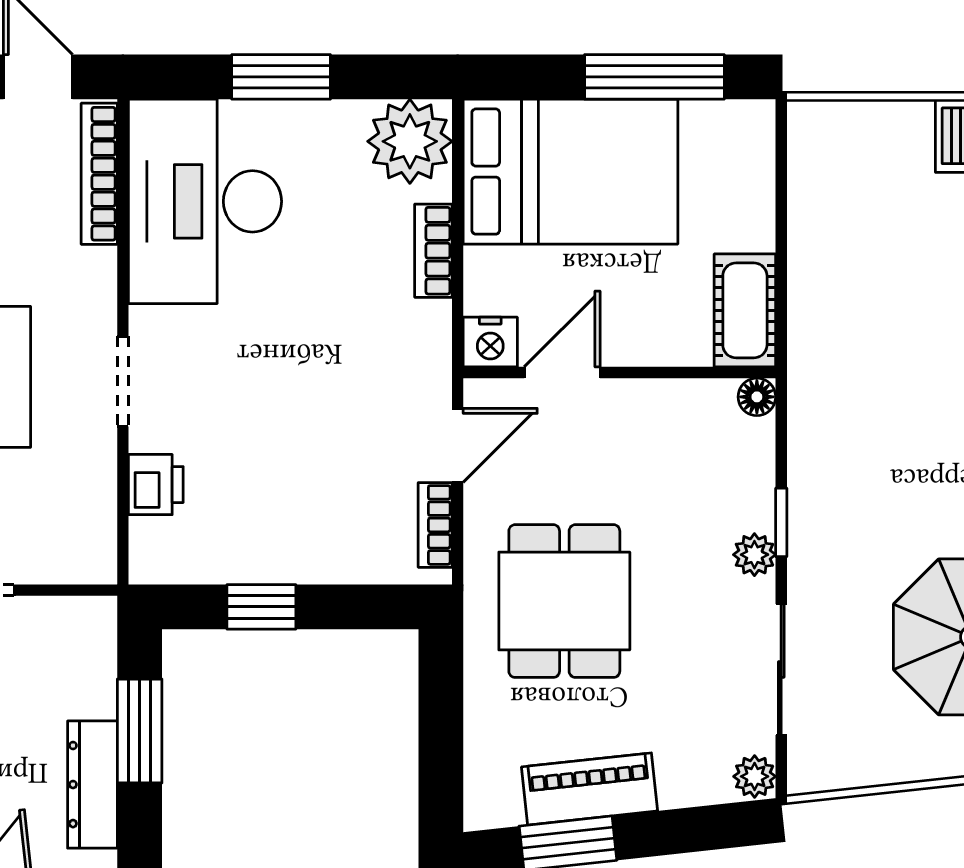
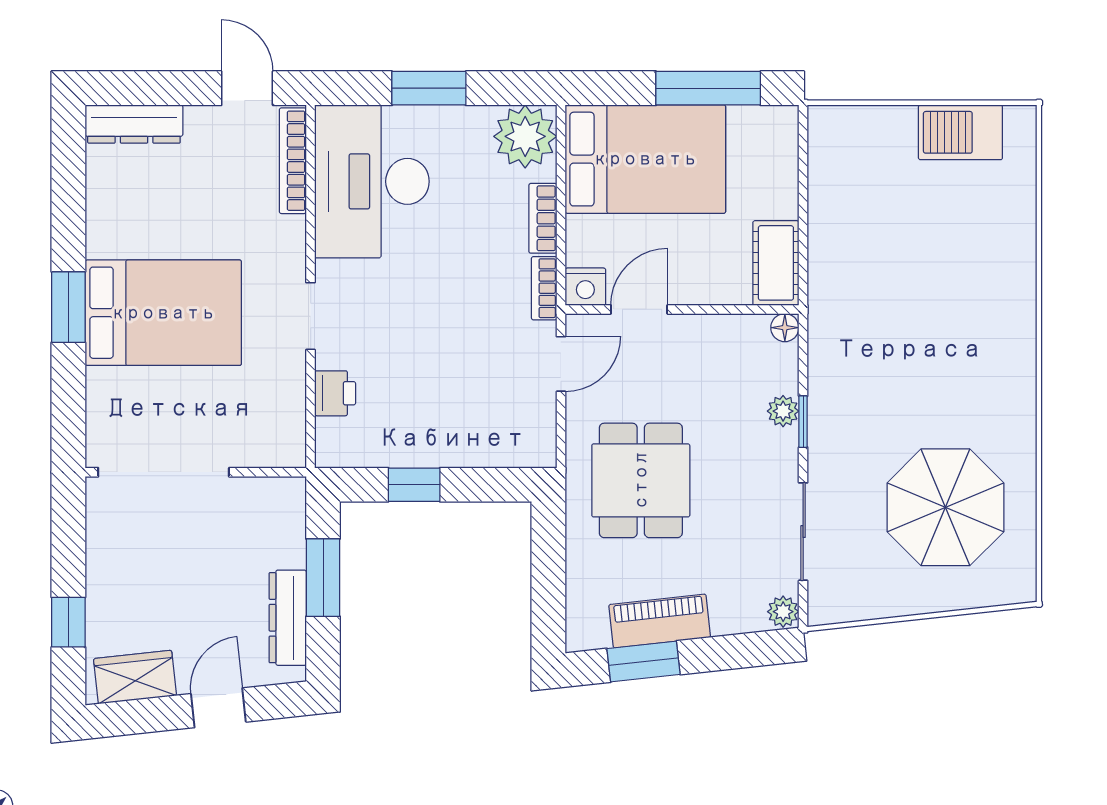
bookcase: (435, 525) -> (544, 288), moved
plant: (754, 555) -> (783, 411), moved

